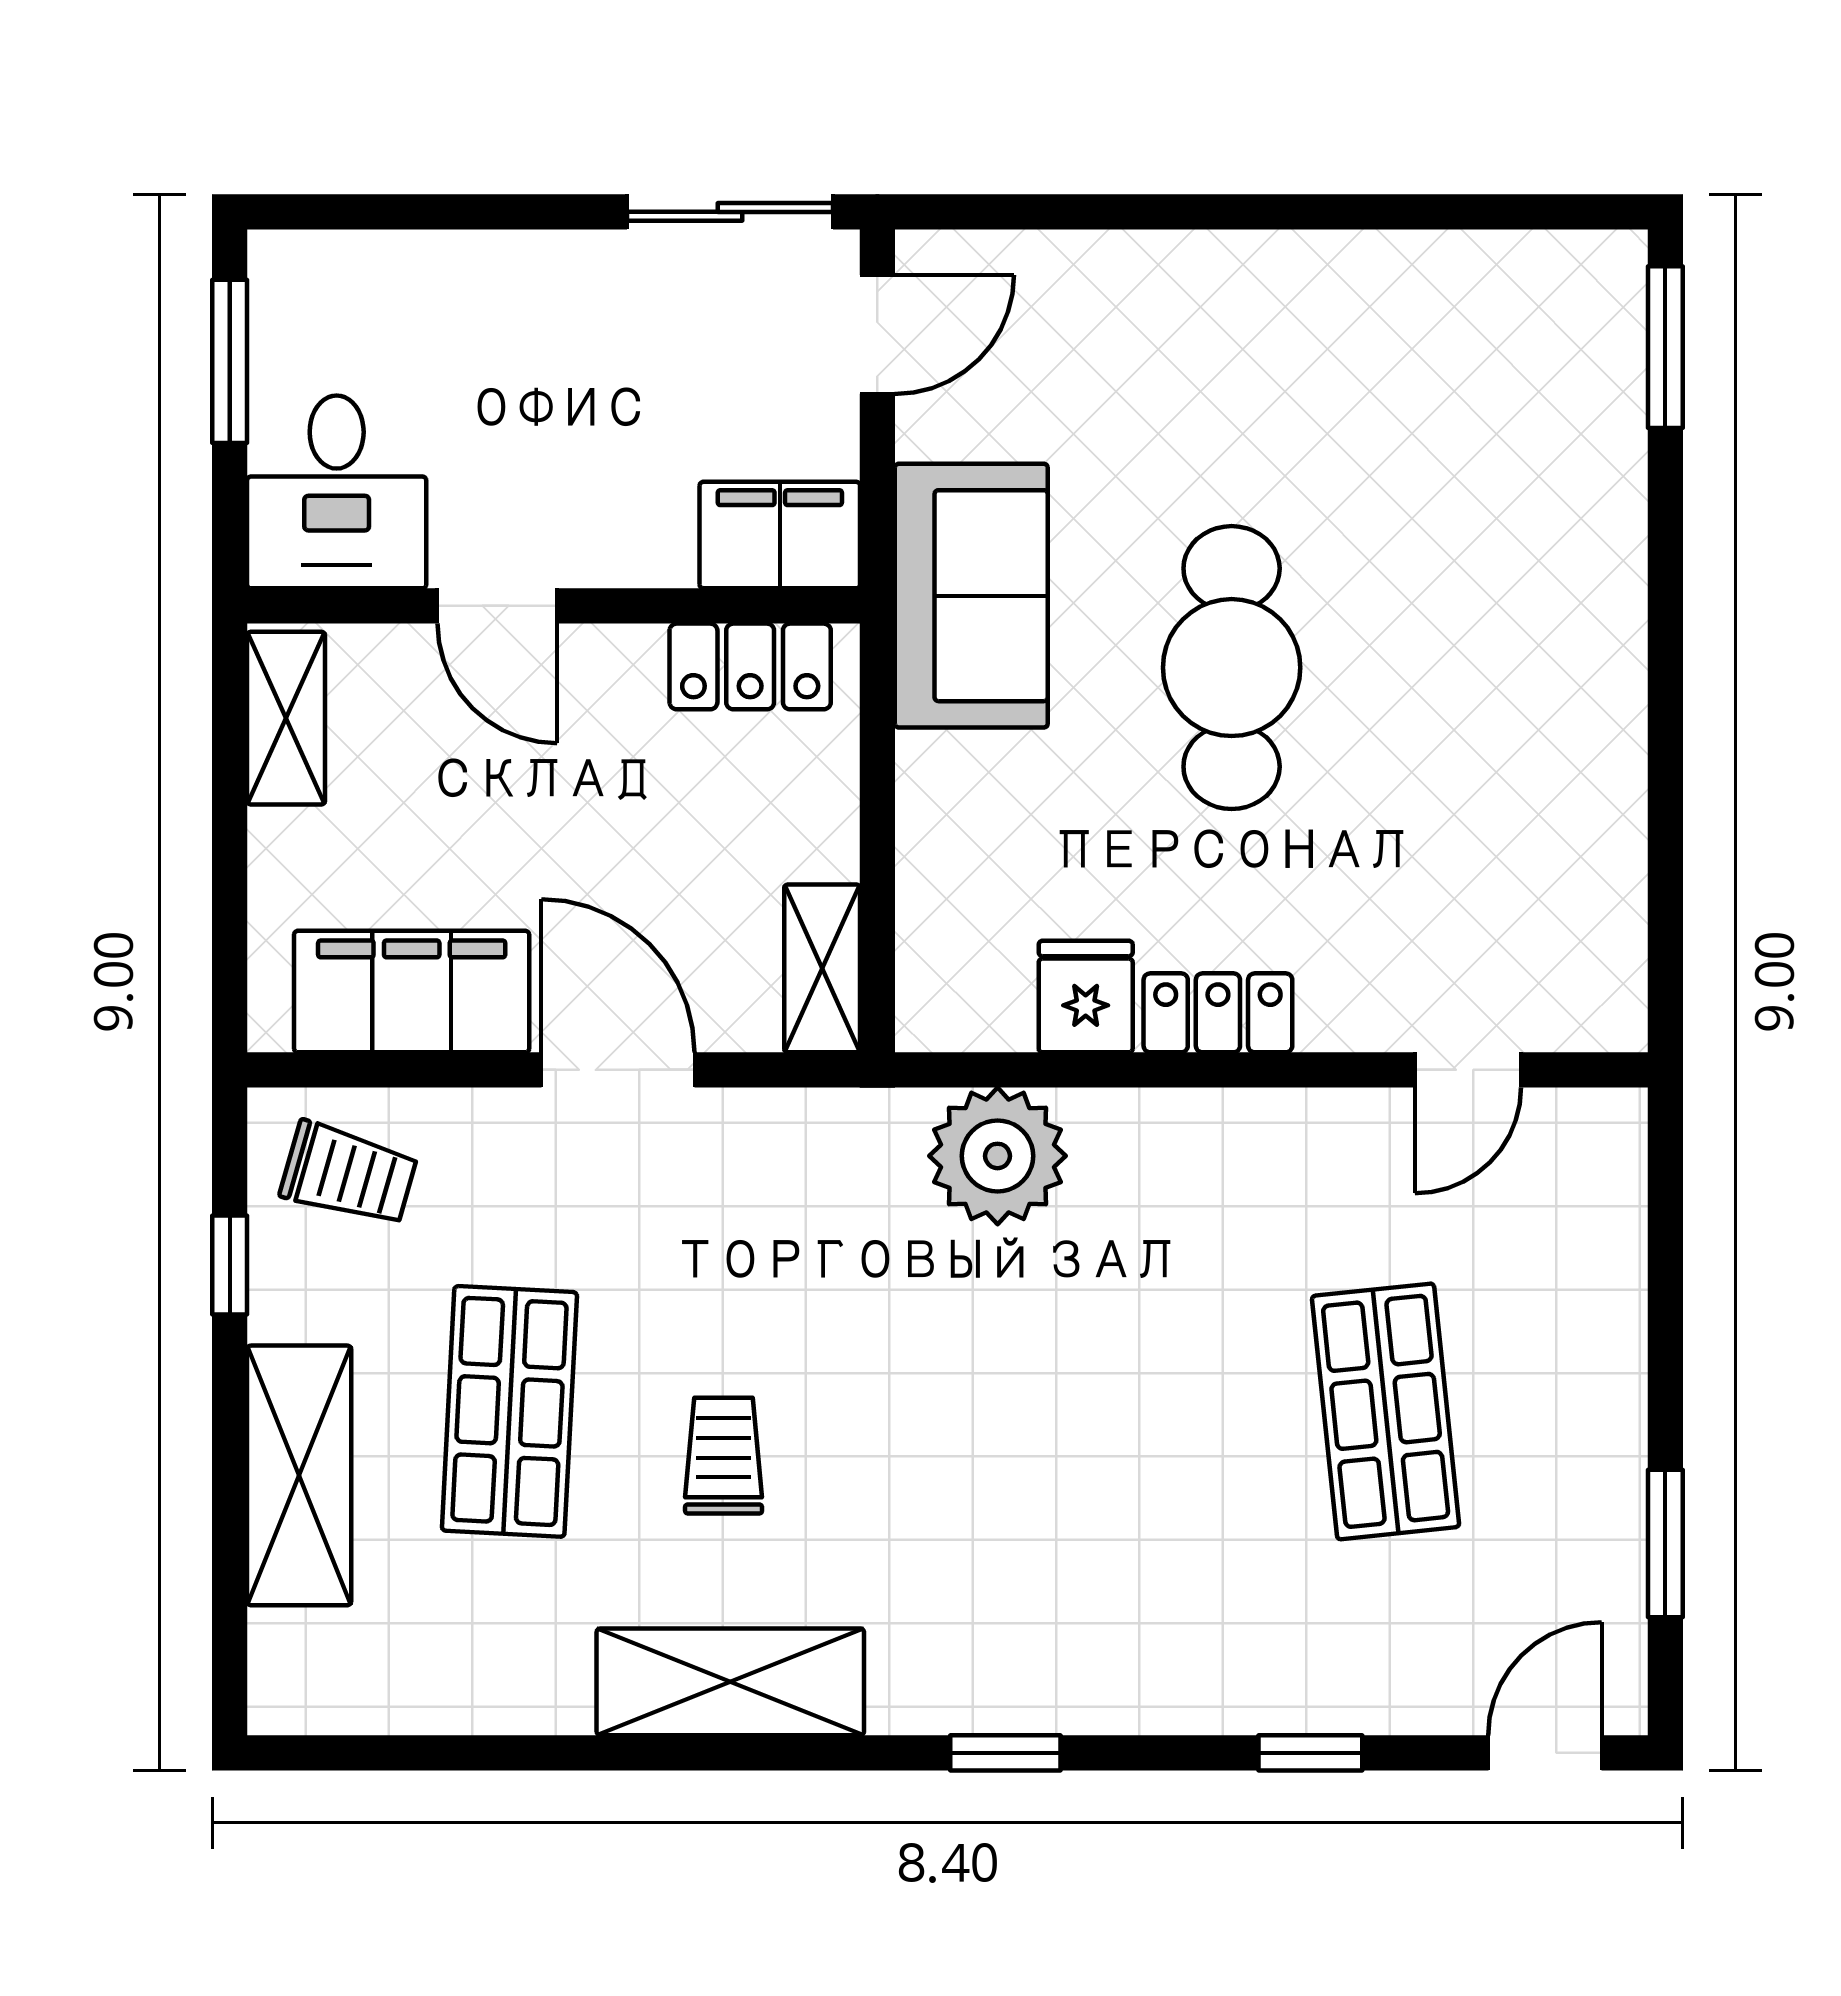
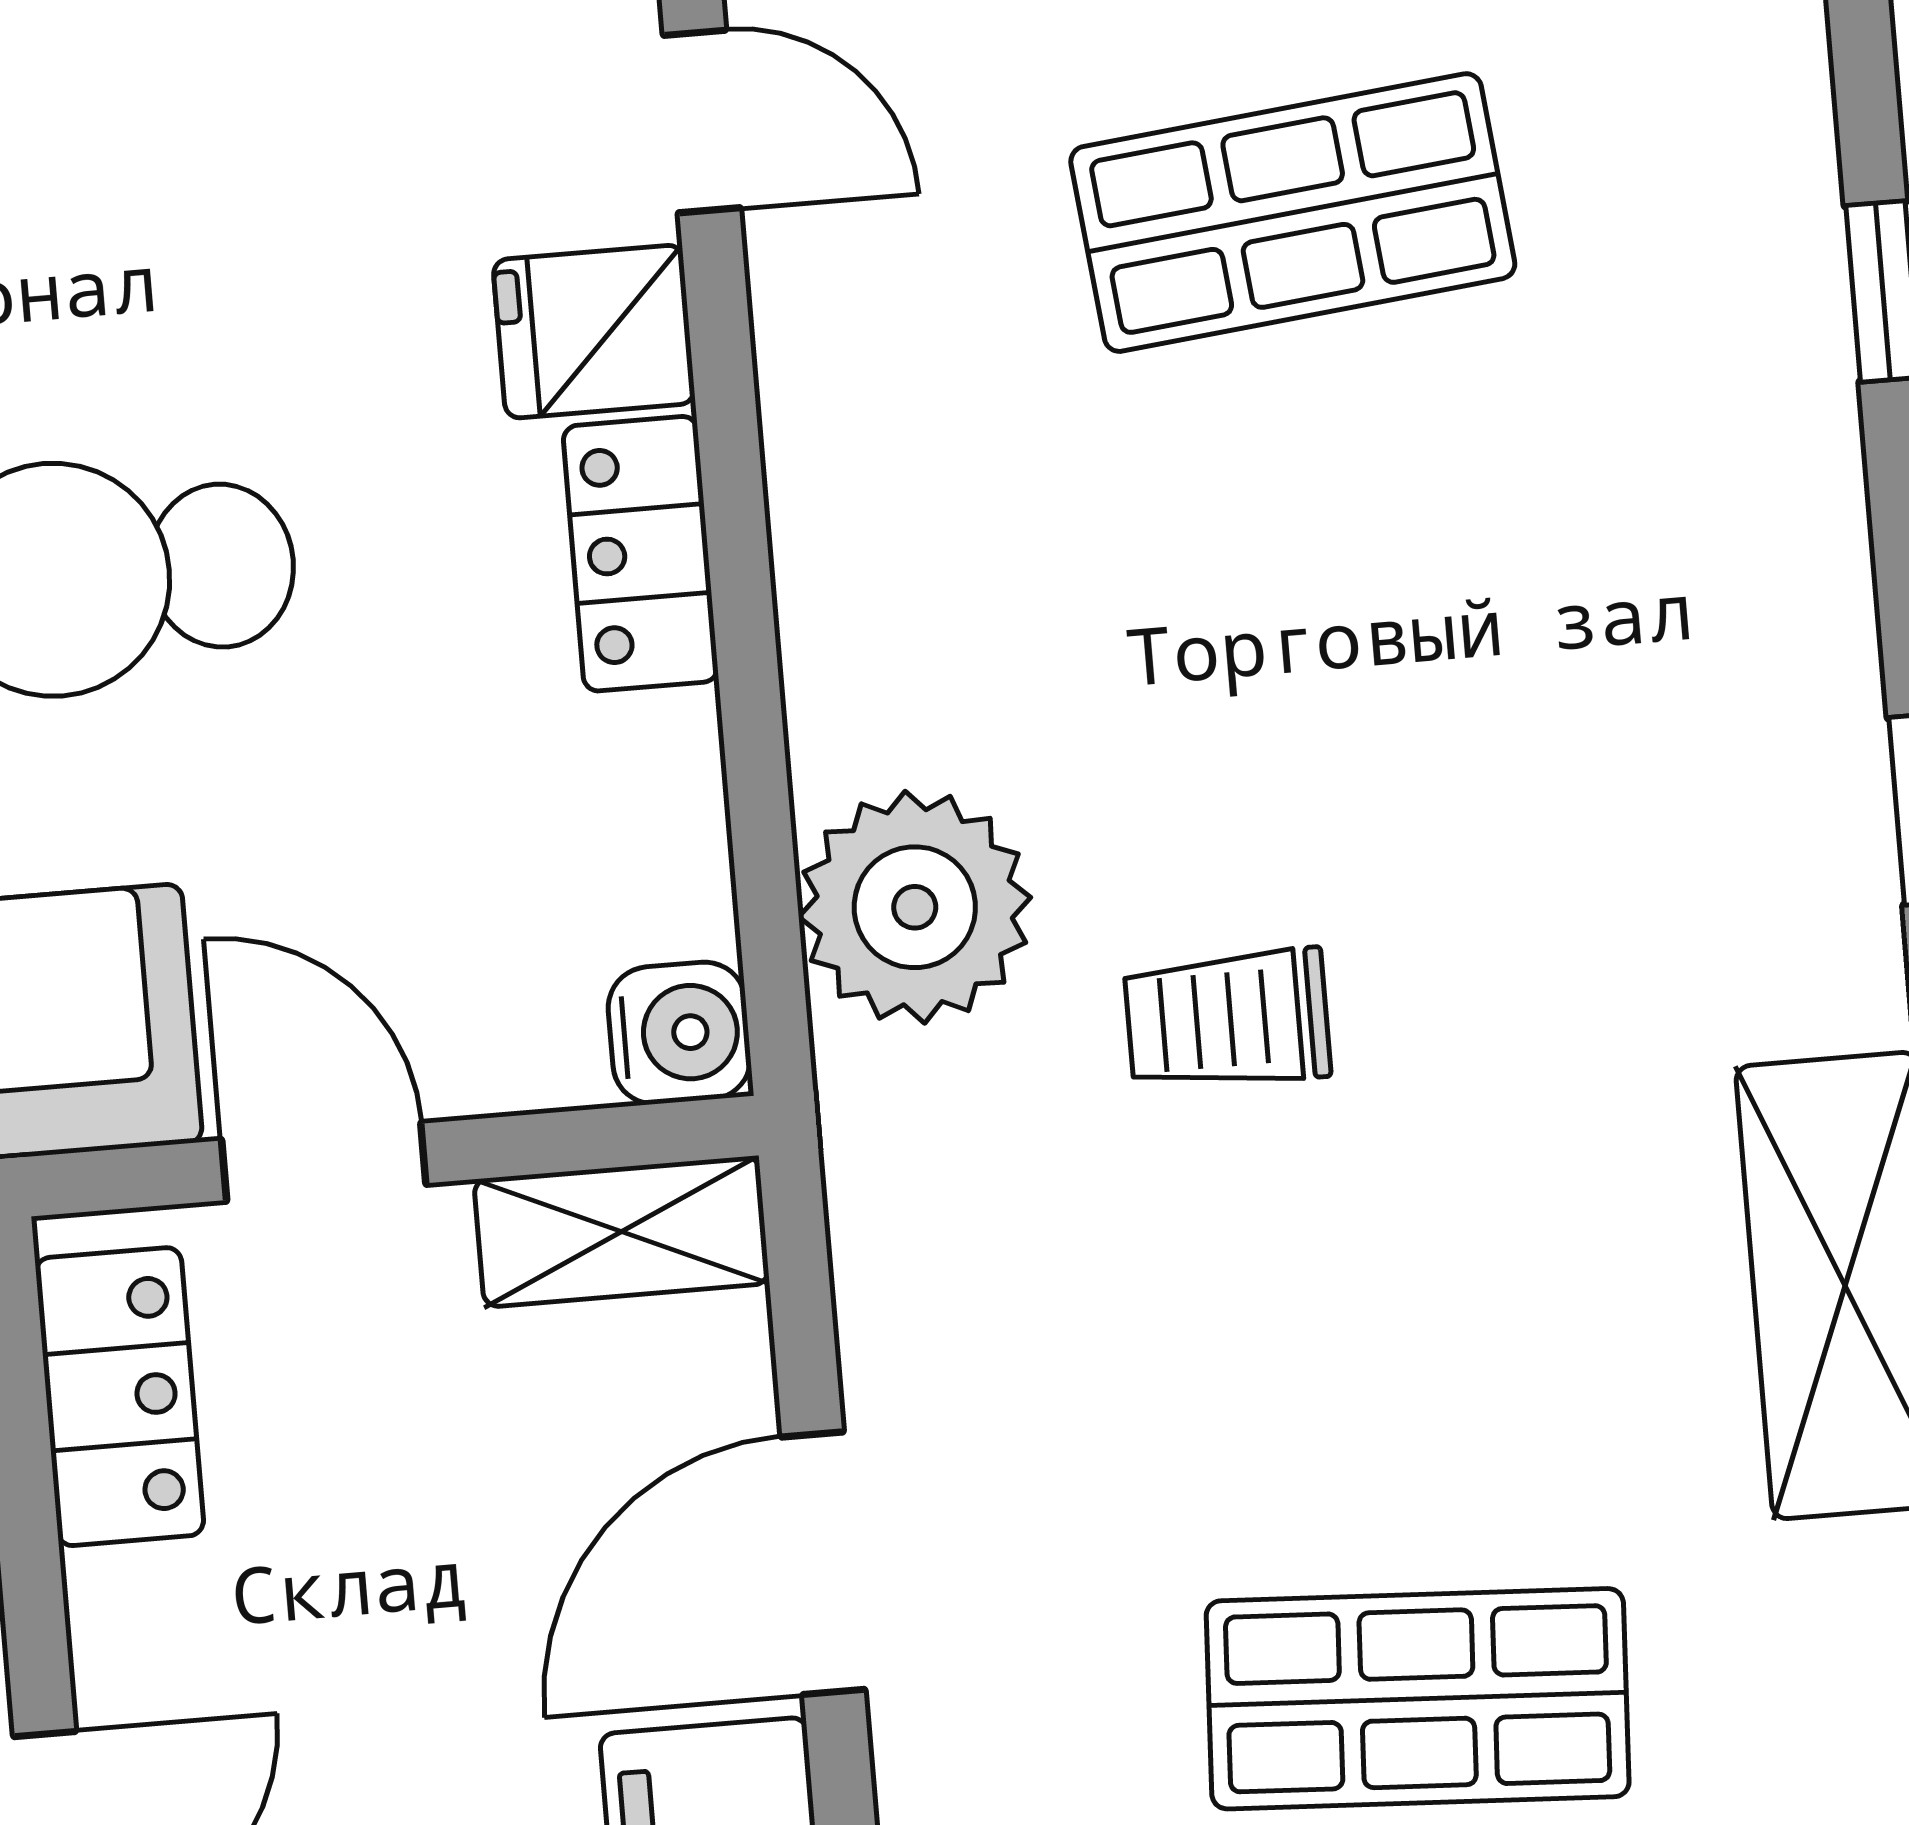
door: (877, 797) -> (324, 1162), added
fridge: (1086, 997) -> (594, 332), moved
water cooler: (935, 1012) -> (679, 1033), added
trolley: (724, 1456) -> (1227, 1020), moved

